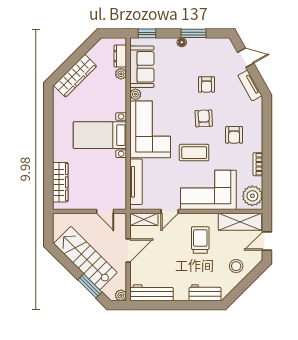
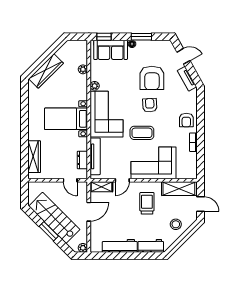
dresser: (120, 56) -> (82, 160), moved
sofa: (142, 67) -> (111, 50), moved, turned 90
armchair: (206, 84) -> (152, 78), width x1.88, depth x1.88
armchair: (234, 135) -> (186, 120), moved
plant: (252, 196) -> (189, 168), removed
door: (267, 241) -> (201, 204), swing flipped
window: (90, 286) -> (49, 231), moved
workbench: (151, 293) -> (120, 246), moved

